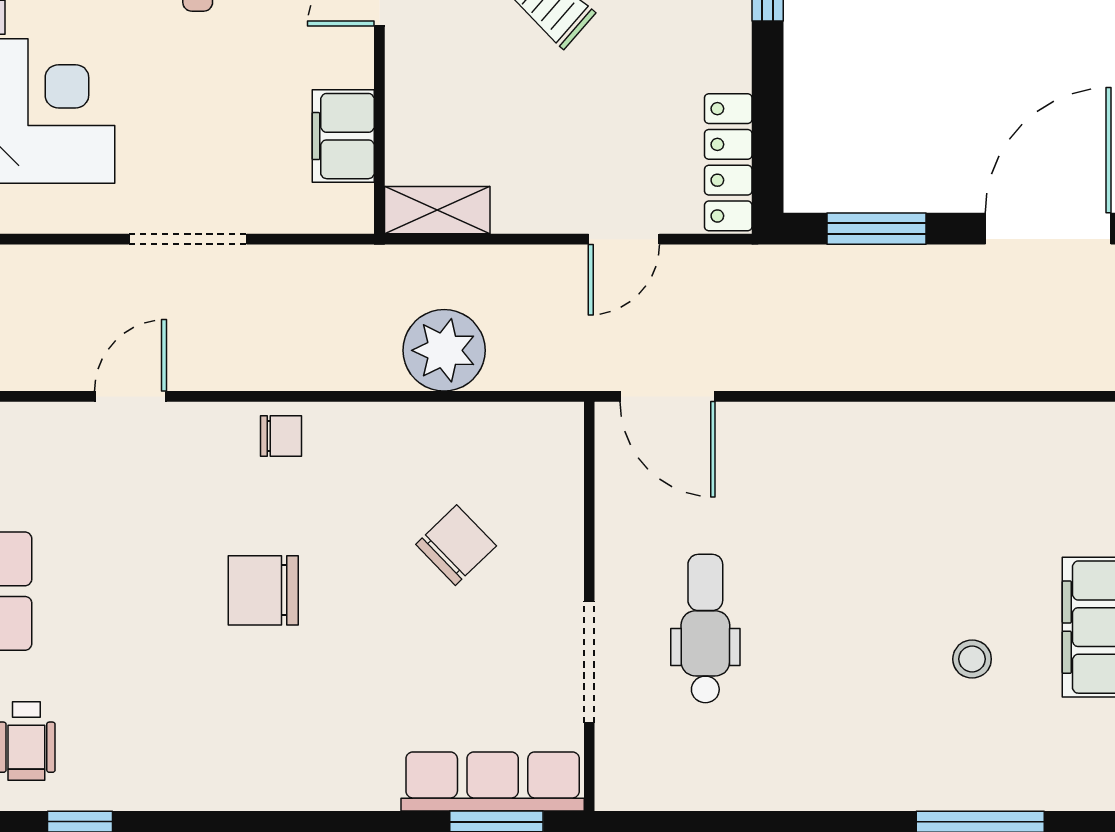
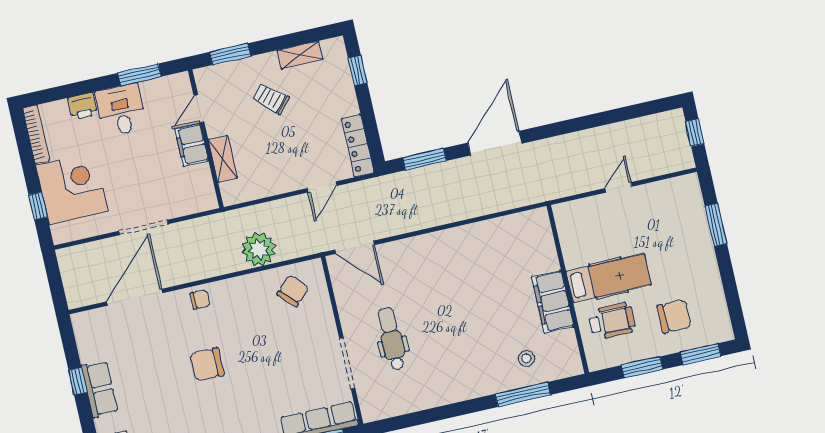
filing cabinet: (343, 136) -> (192, 145), moved
shelving: (437, 210) -> (223, 159), moved, turned 90
door: (131, 396) -> (135, 297), width x1.87
chair: (456, 545) -> (293, 291), moved
stool: (972, 659) -> (526, 358), moved

